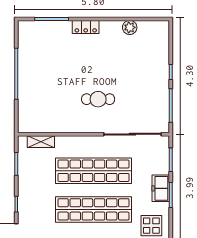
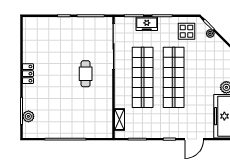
locker: (86, 27) -> (28, 74), moved
plant: (130, 27) -> (28, 116), moved
freezer: (161, 188) -> (147, 24), moved

